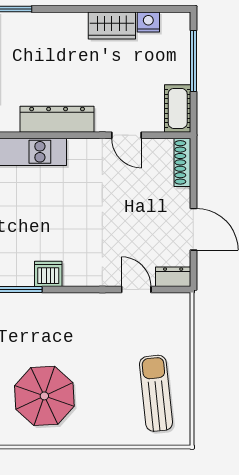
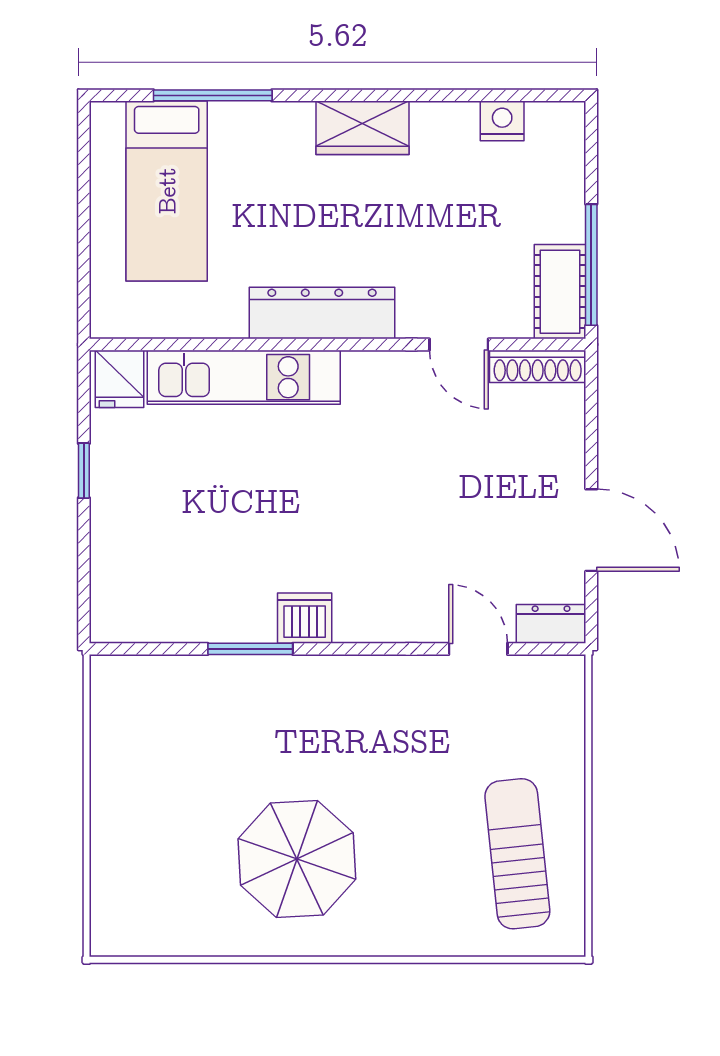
wardrobe: (112, 25) -> (362, 128), moved
window: (193, 61) -> (591, 265), moved
shoe rack: (182, 162) -> (538, 366), moved, turned -90

